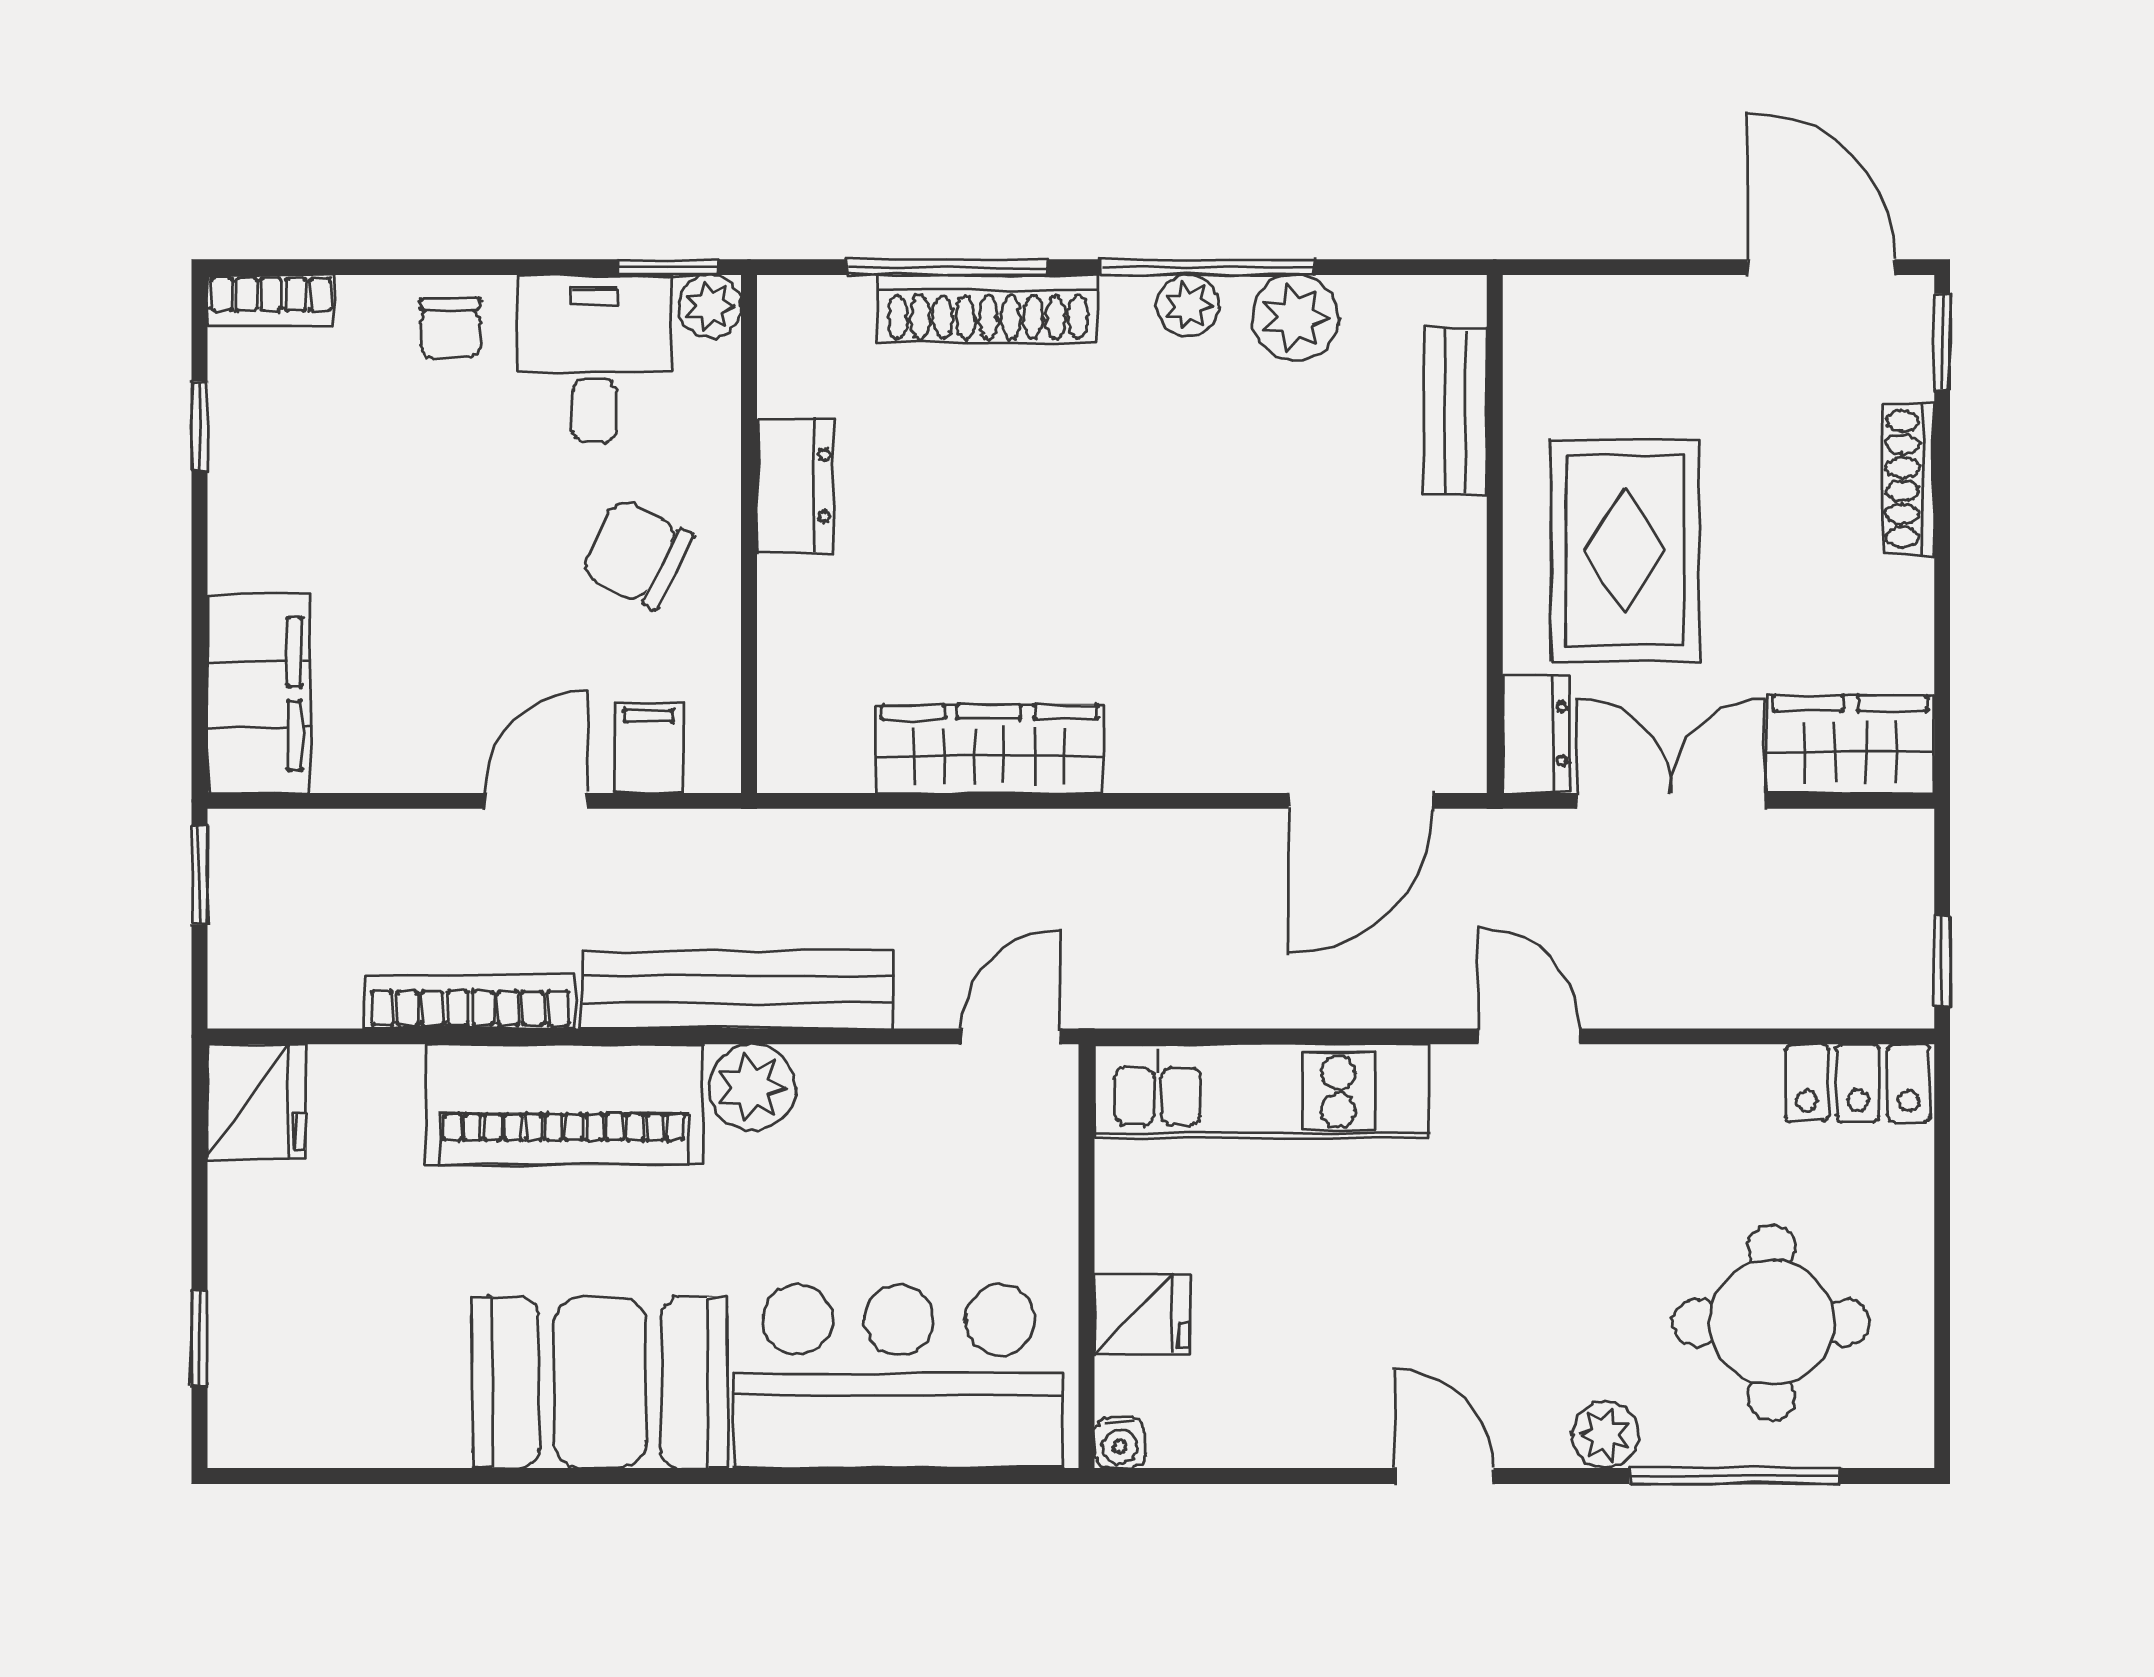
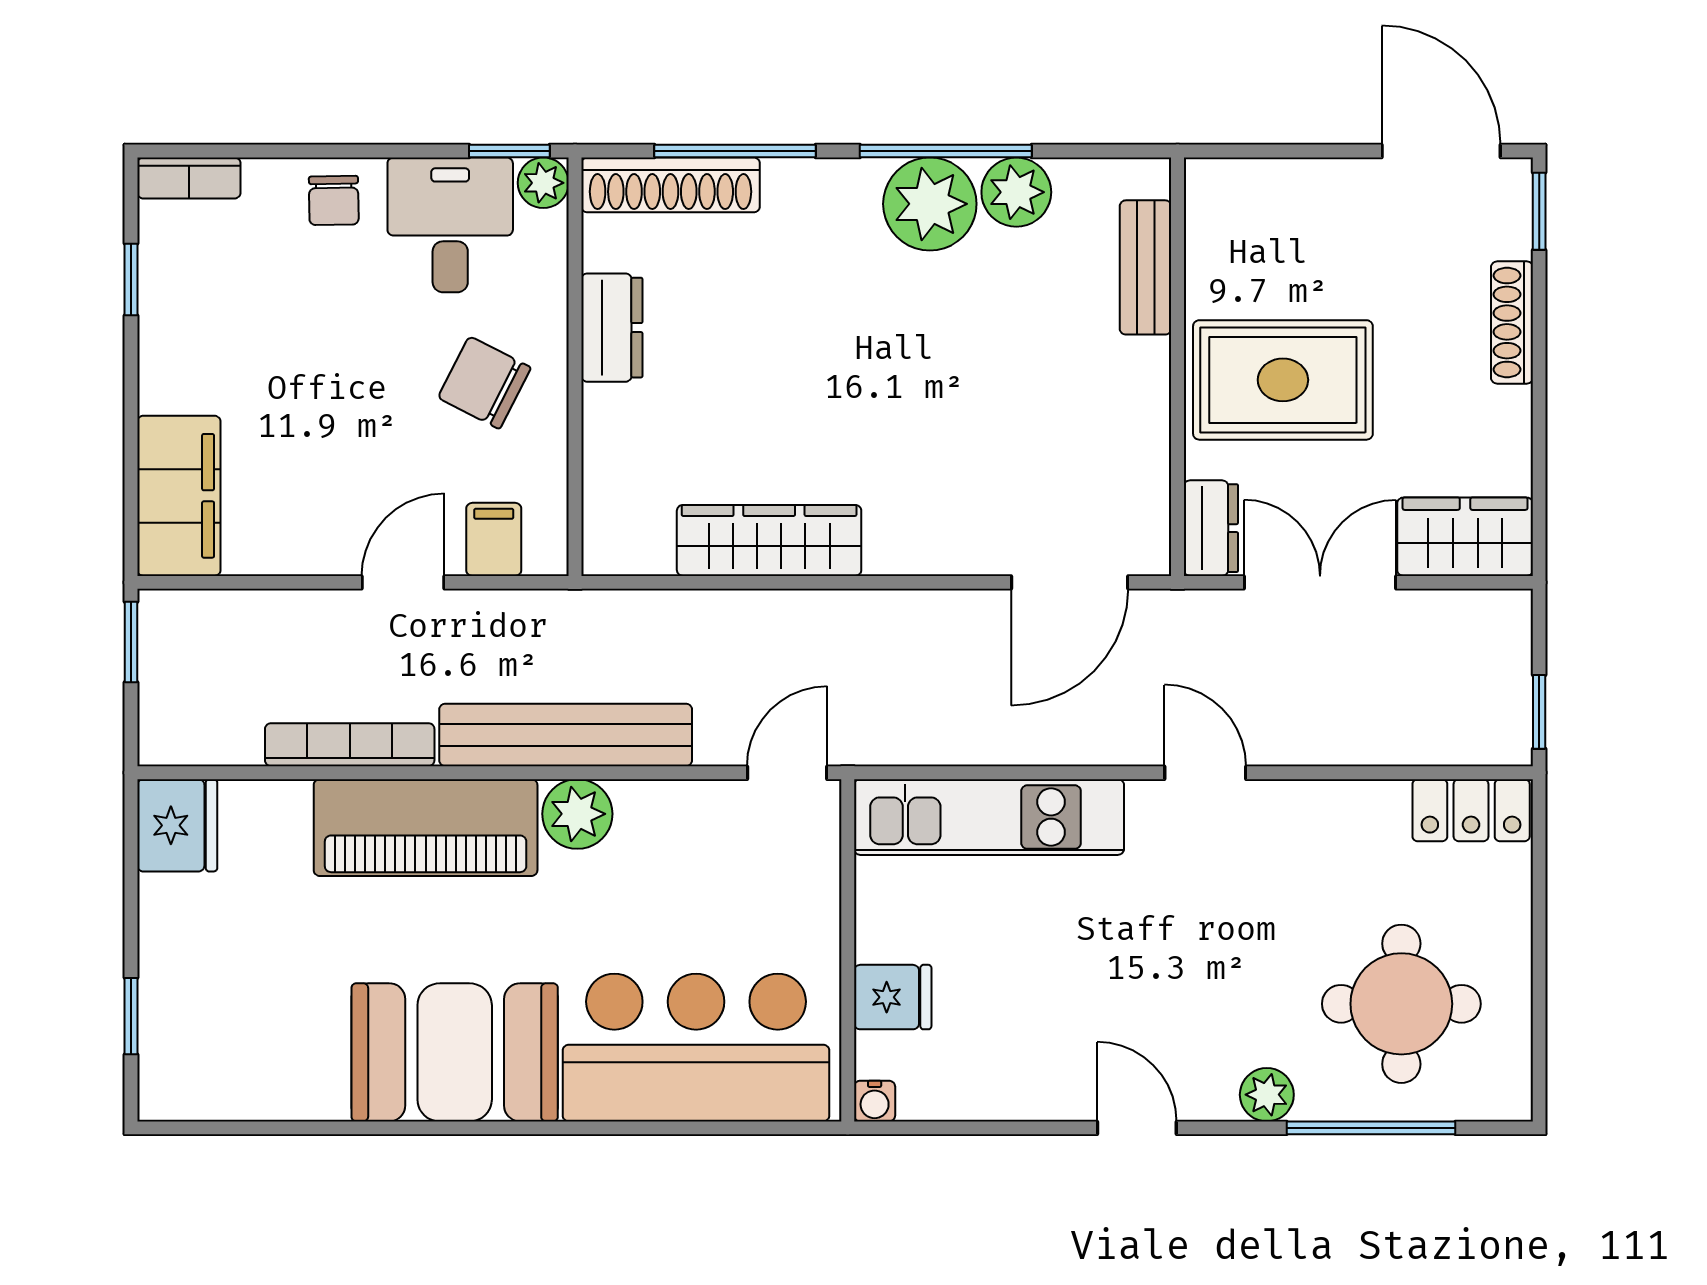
plant: (1188, 306) -> (930, 204), width x1.87, depth x1.87
shoe rack: (988, 309) -> (671, 185), moved
rug: (1625, 550) -> (1283, 380), turned 90

